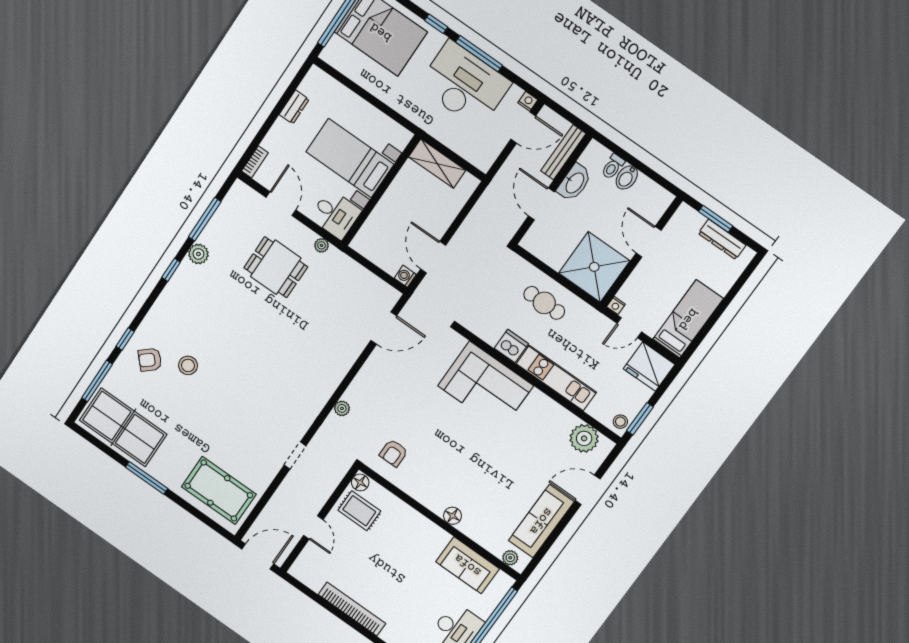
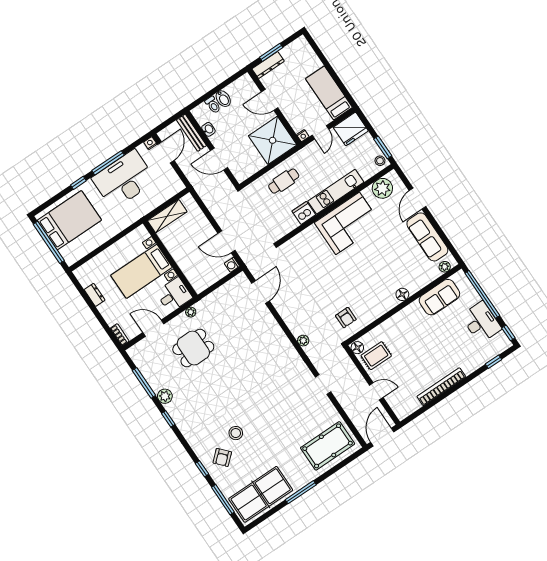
washbasin: (574, 183) -> (208, 129), width x0.52, depth x0.69
dresser: (722, 239) -> (268, 65), moved
corner sofa: (486, 386) -> (348, 223), moved

